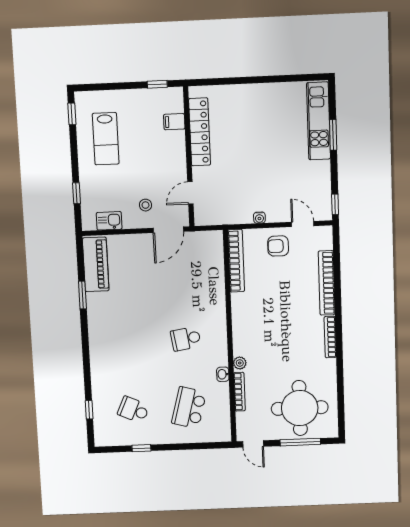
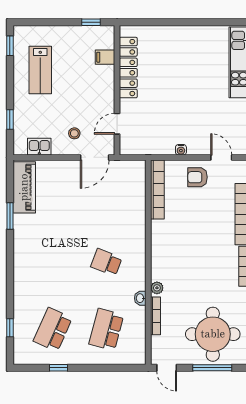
school desk: (186, 339) -> (106, 262), turned 30
school desk: (134, 410) -> (53, 330), width x1.85

